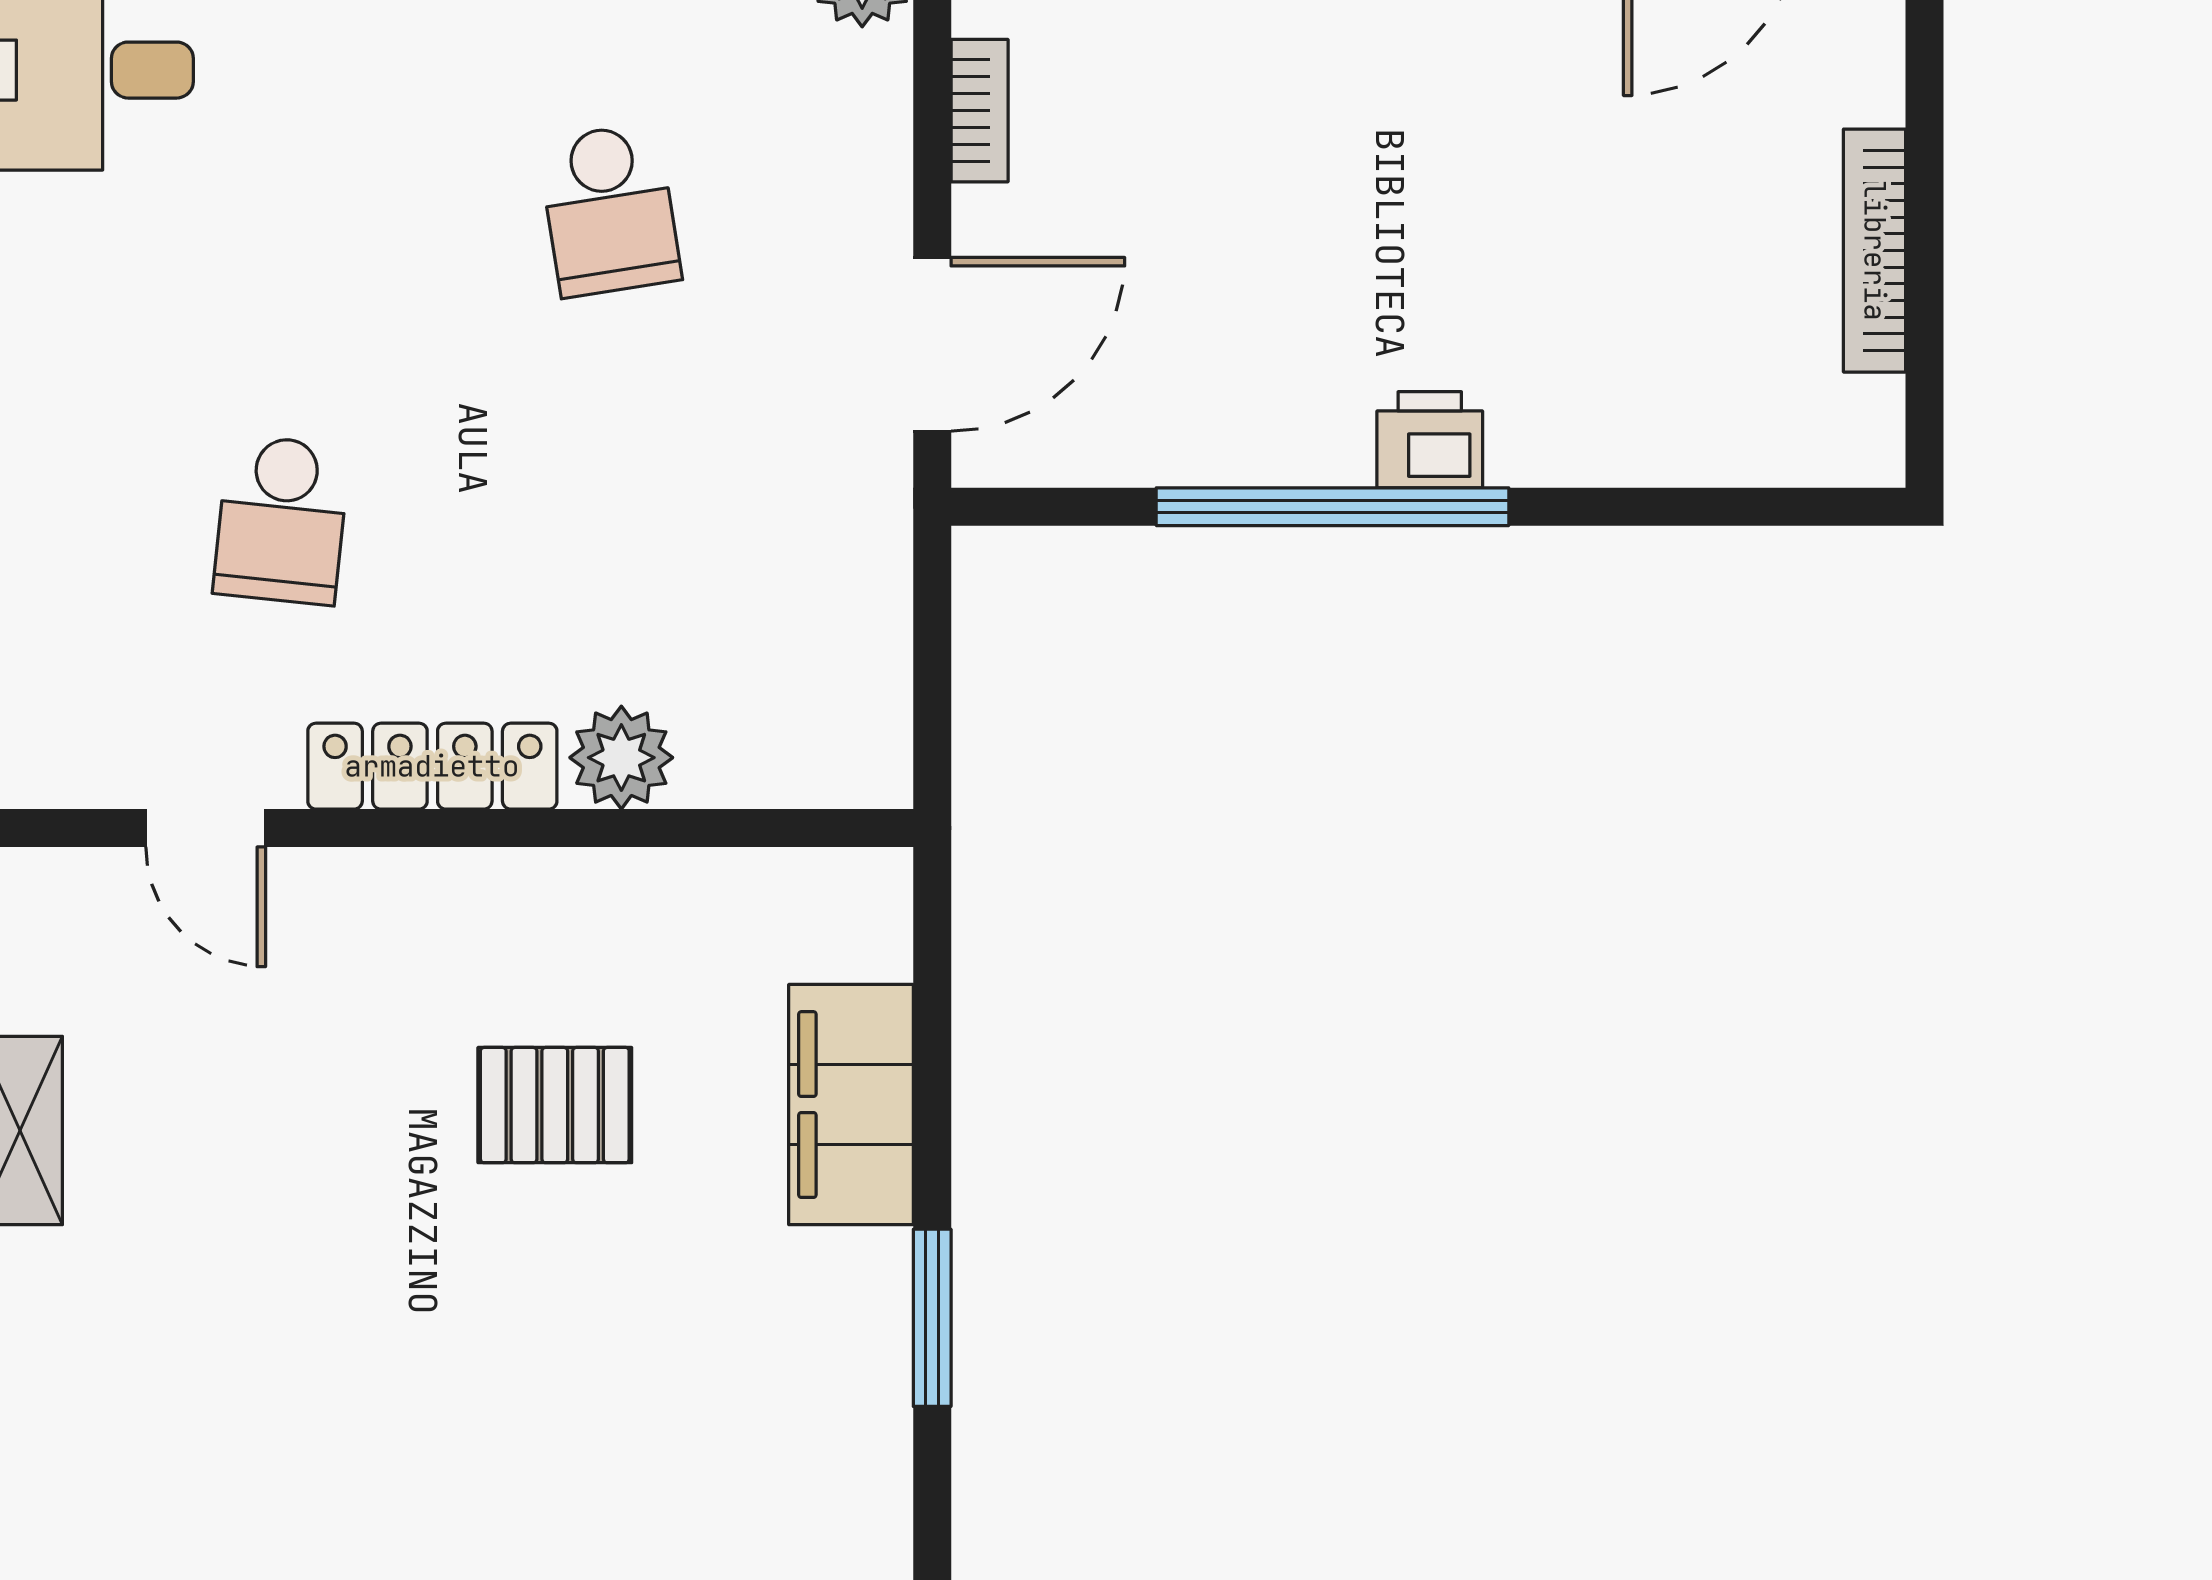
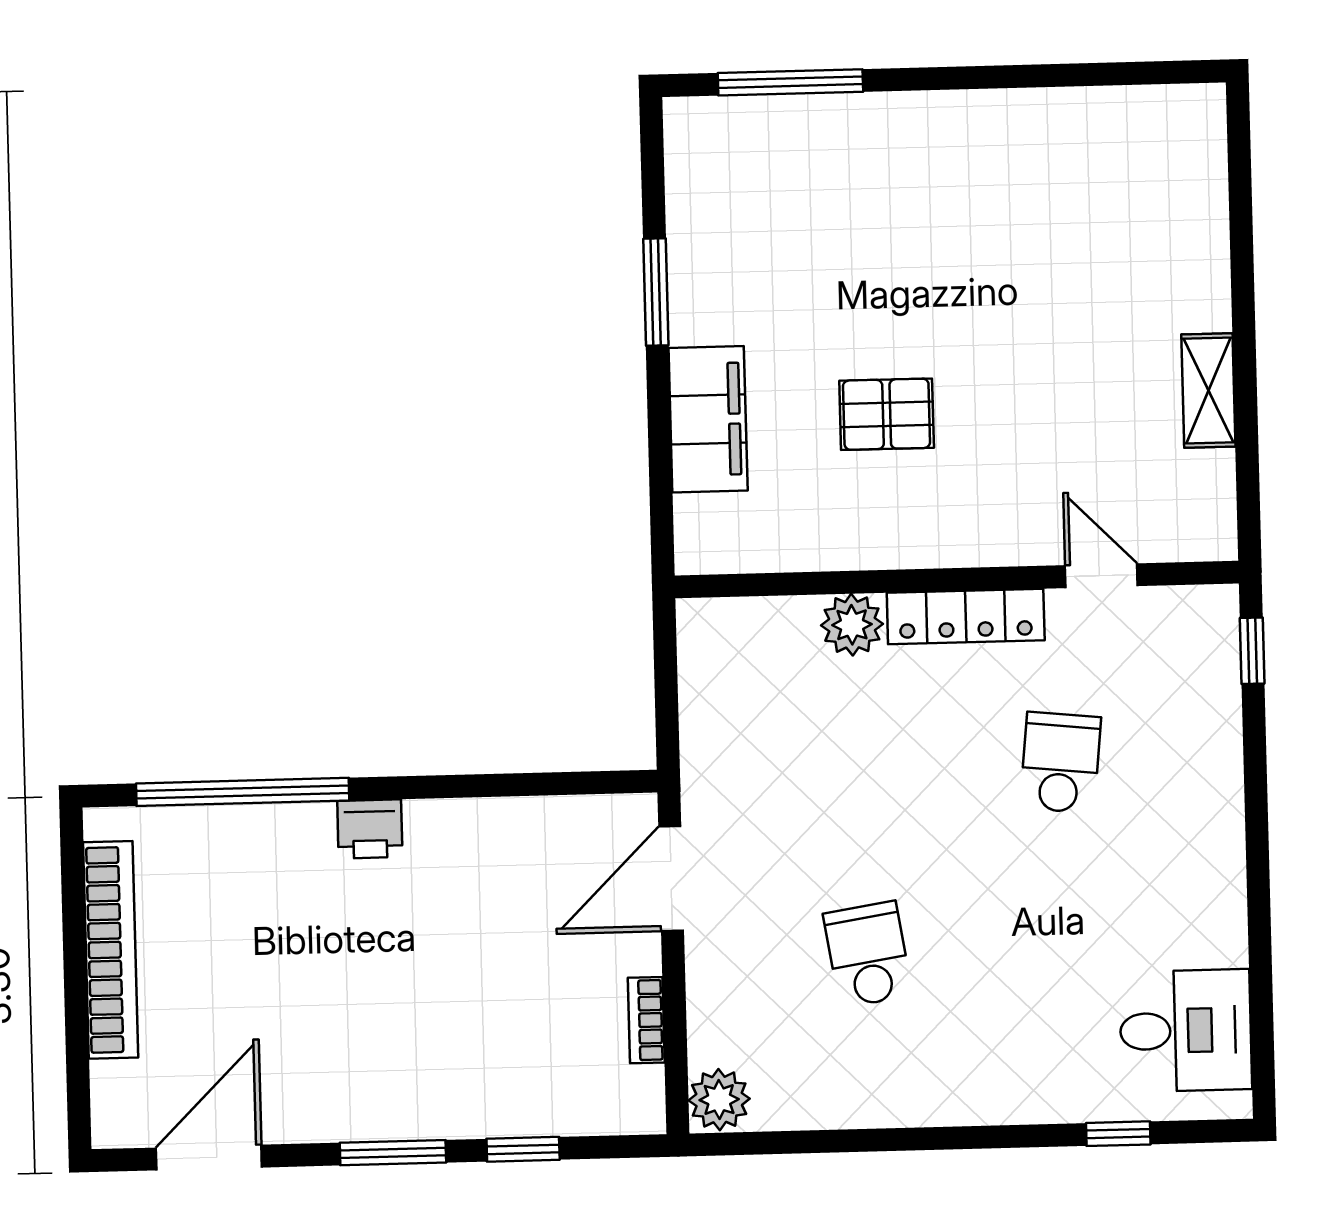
bookcase: (1875, 251) -> (111, 950), width x1.48, depth x1.31
window: (1333, 507) -> (243, 792), moved

